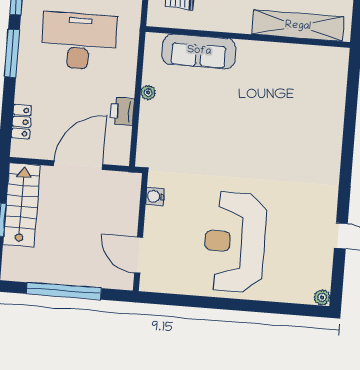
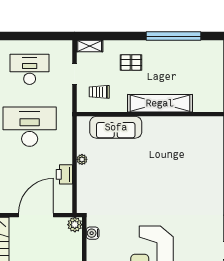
shelving: (298, 26) -> (160, 103), moved
plant: (131, 183) -> (75, 225), added

